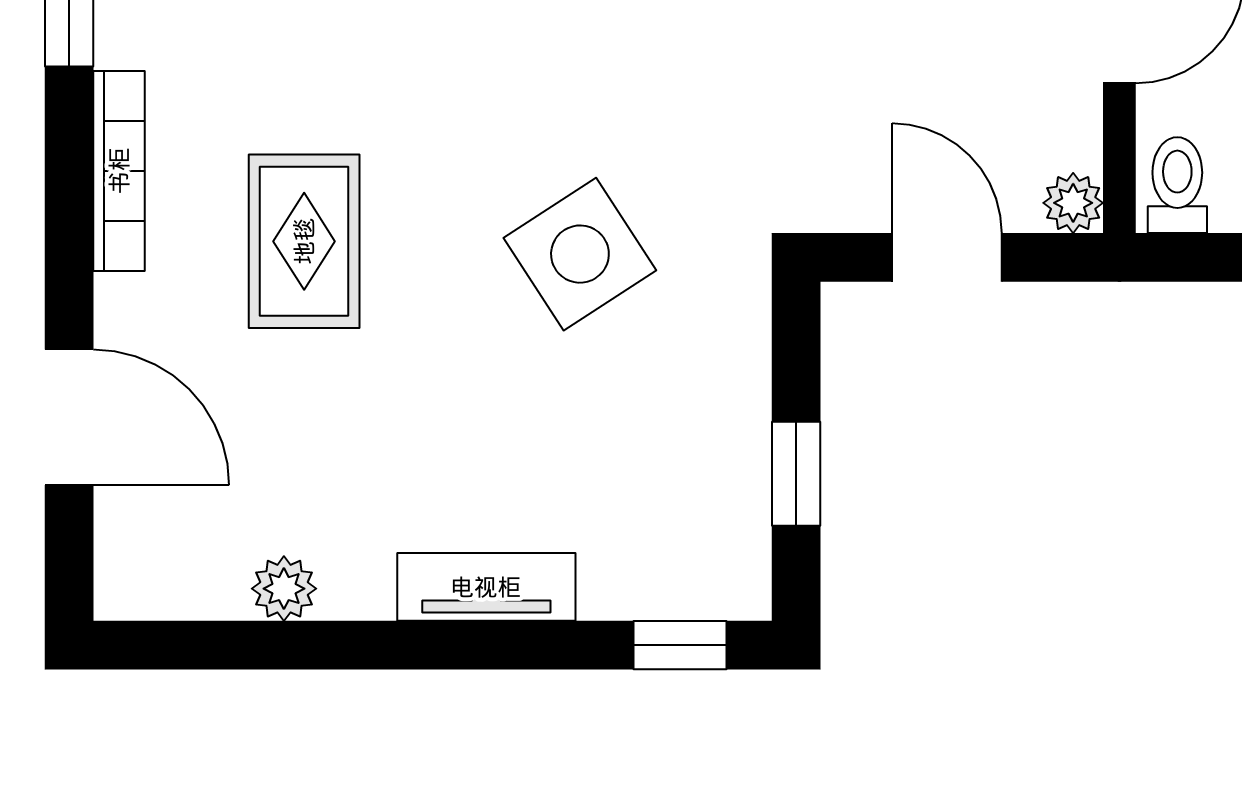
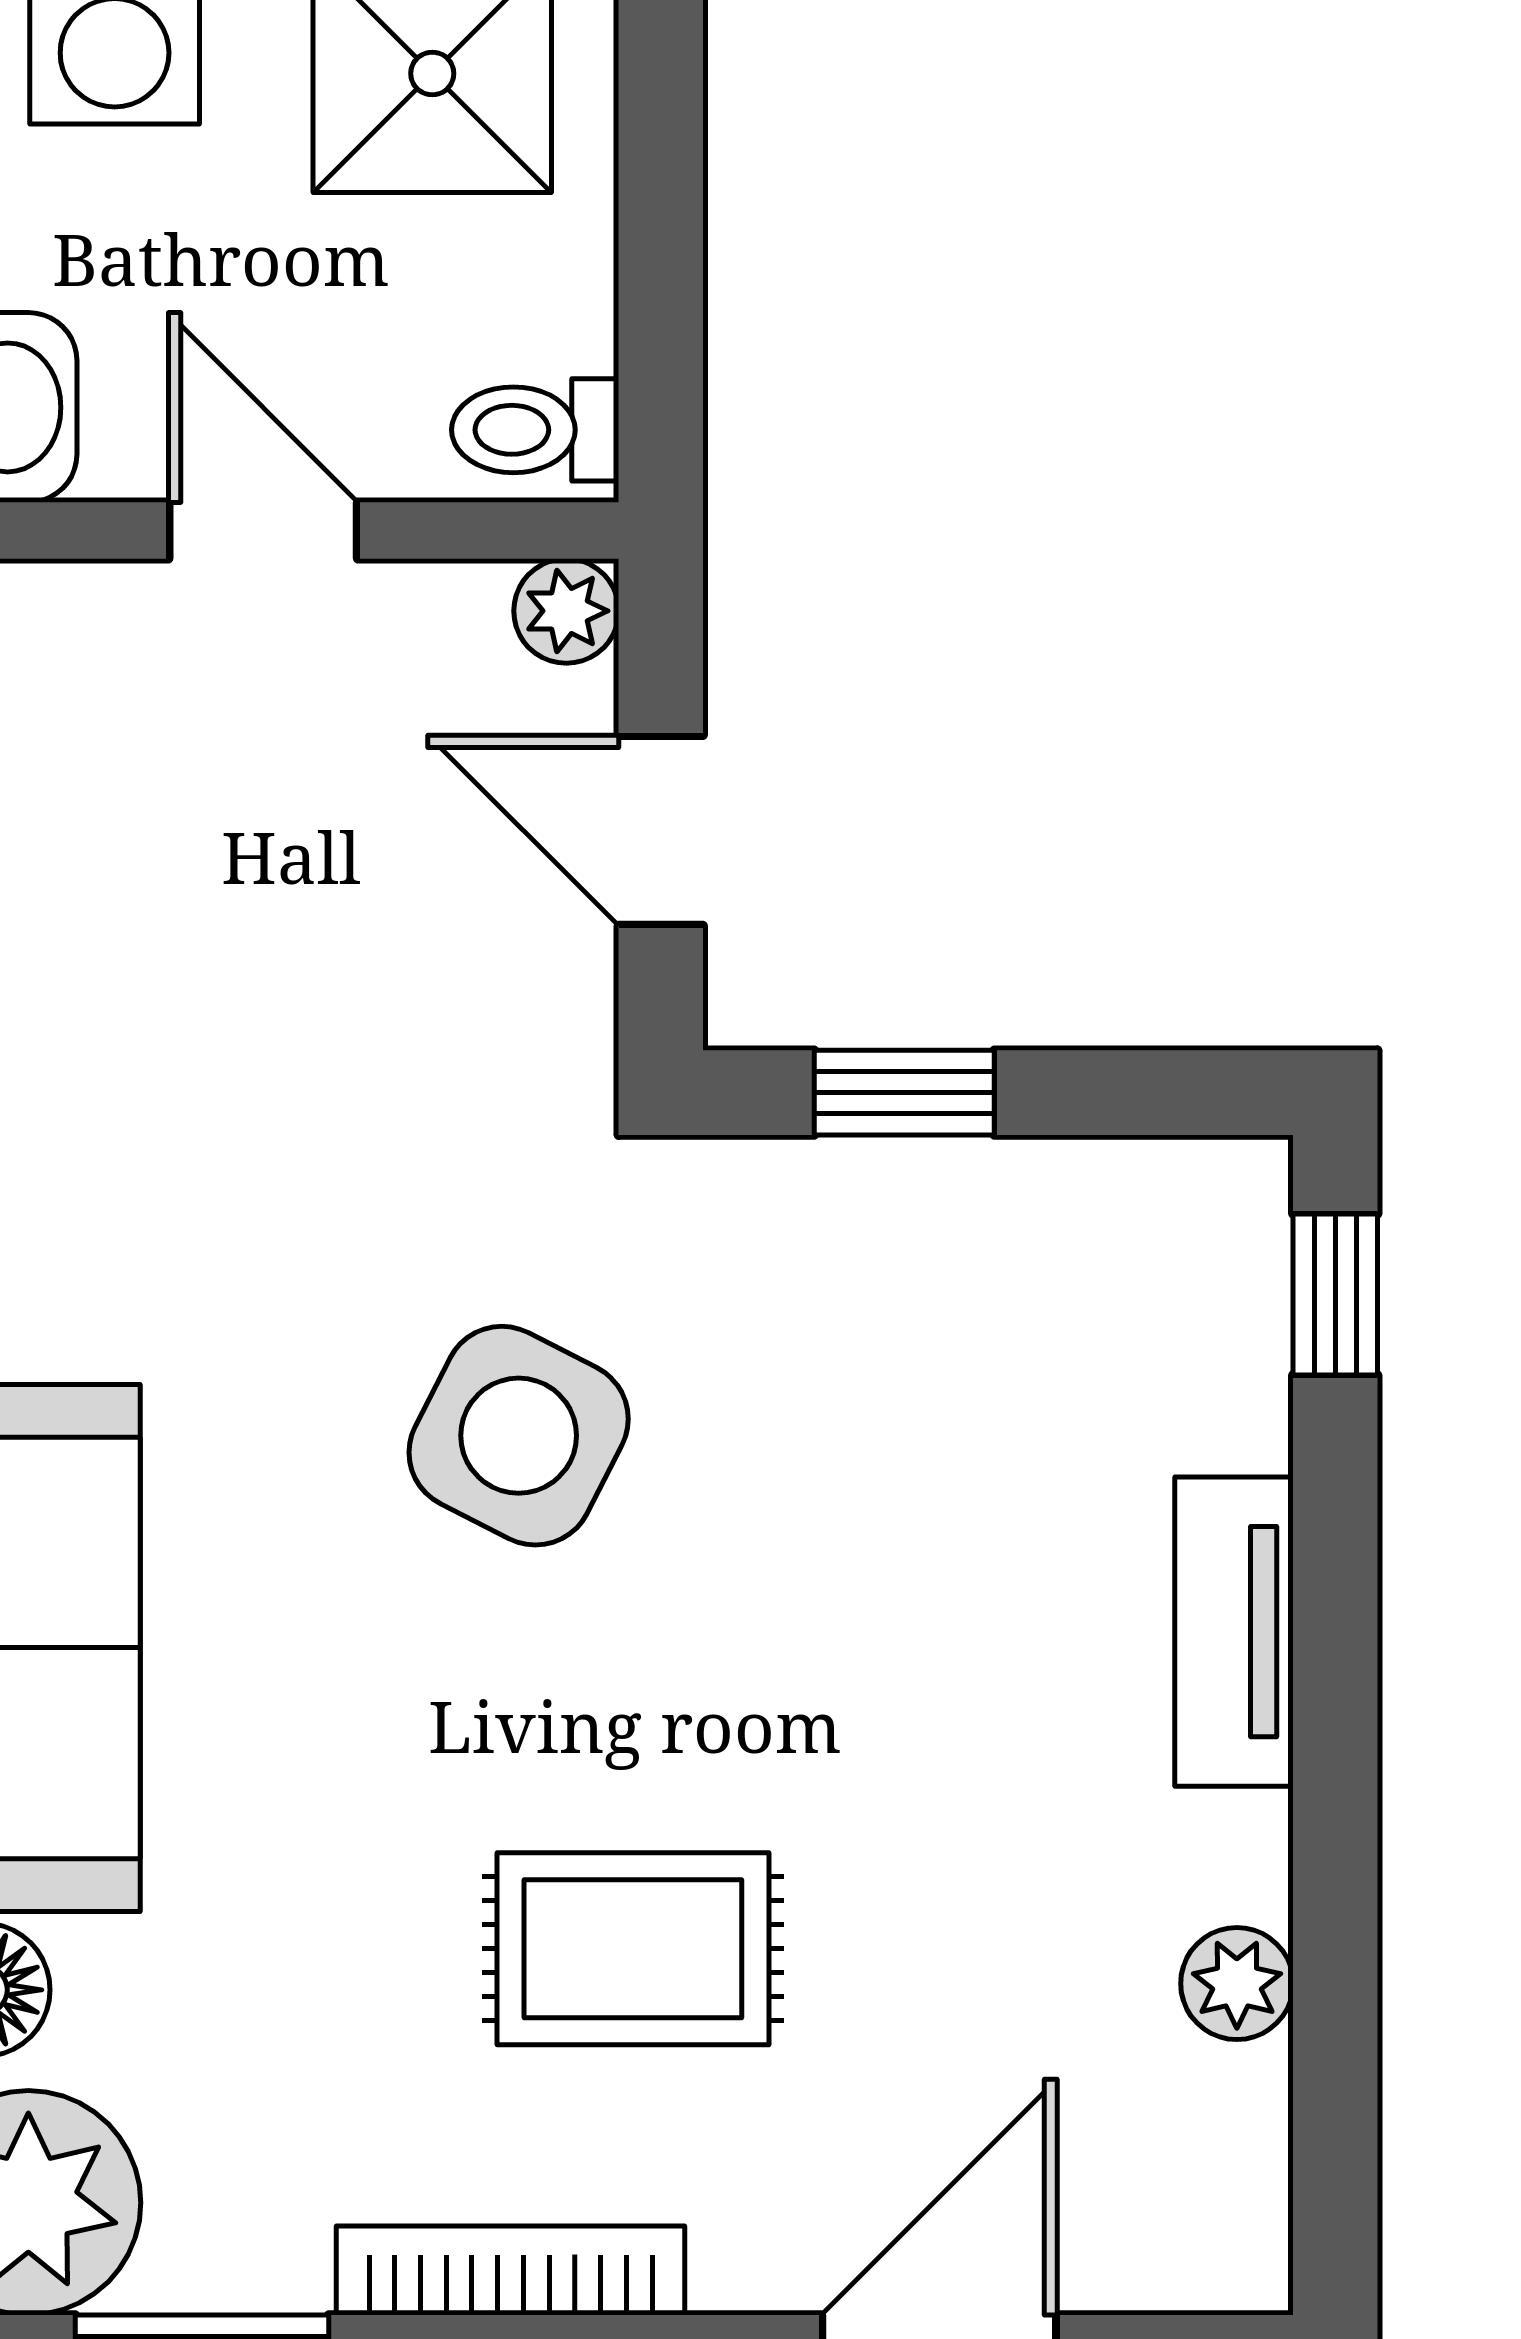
side table: (580, 254) -> (519, 1436), moved, turned -30
door: (947, 257) -> (661, 830), hinge flipped
window: (796, 474) -> (904, 1093), moved

